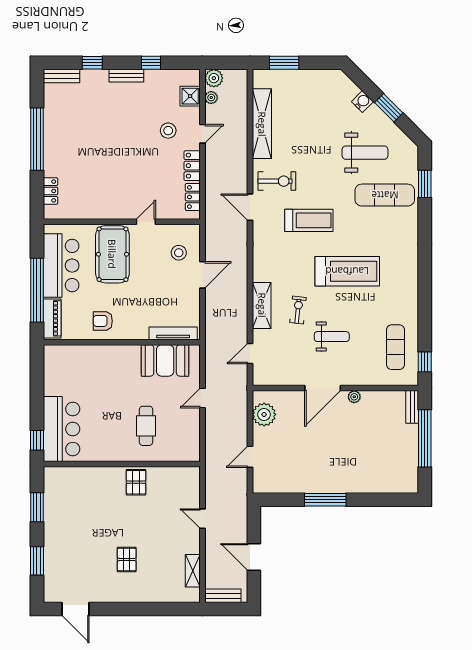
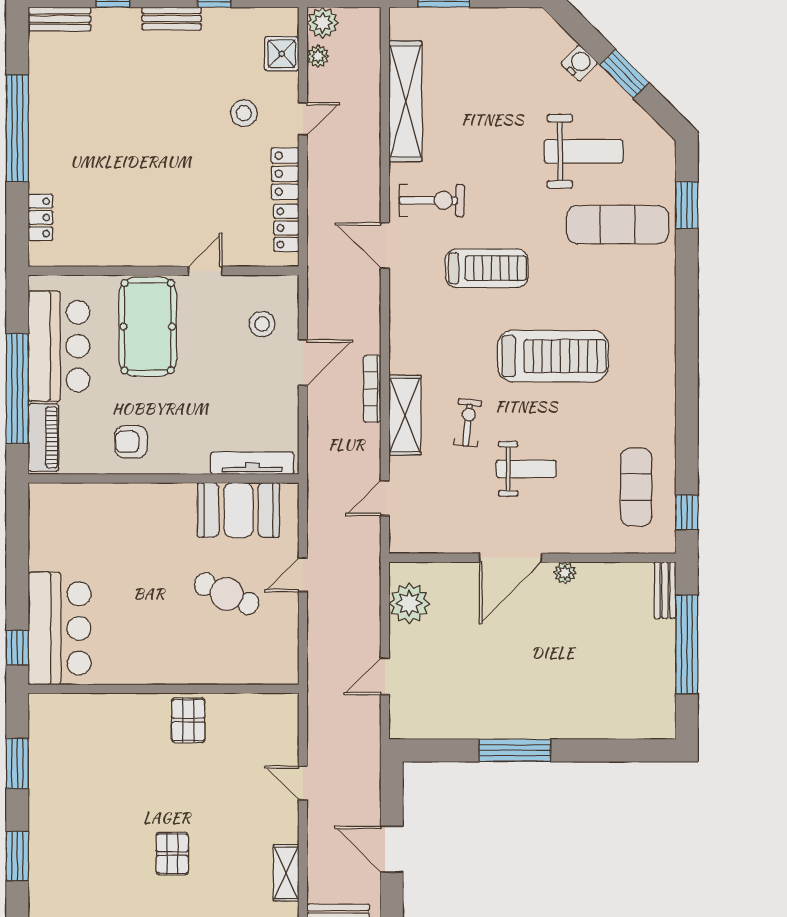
bookcase: (243, 290) -> (372, 389), added
cafe table: (146, 426) -> (227, 594), moved, turned -66

